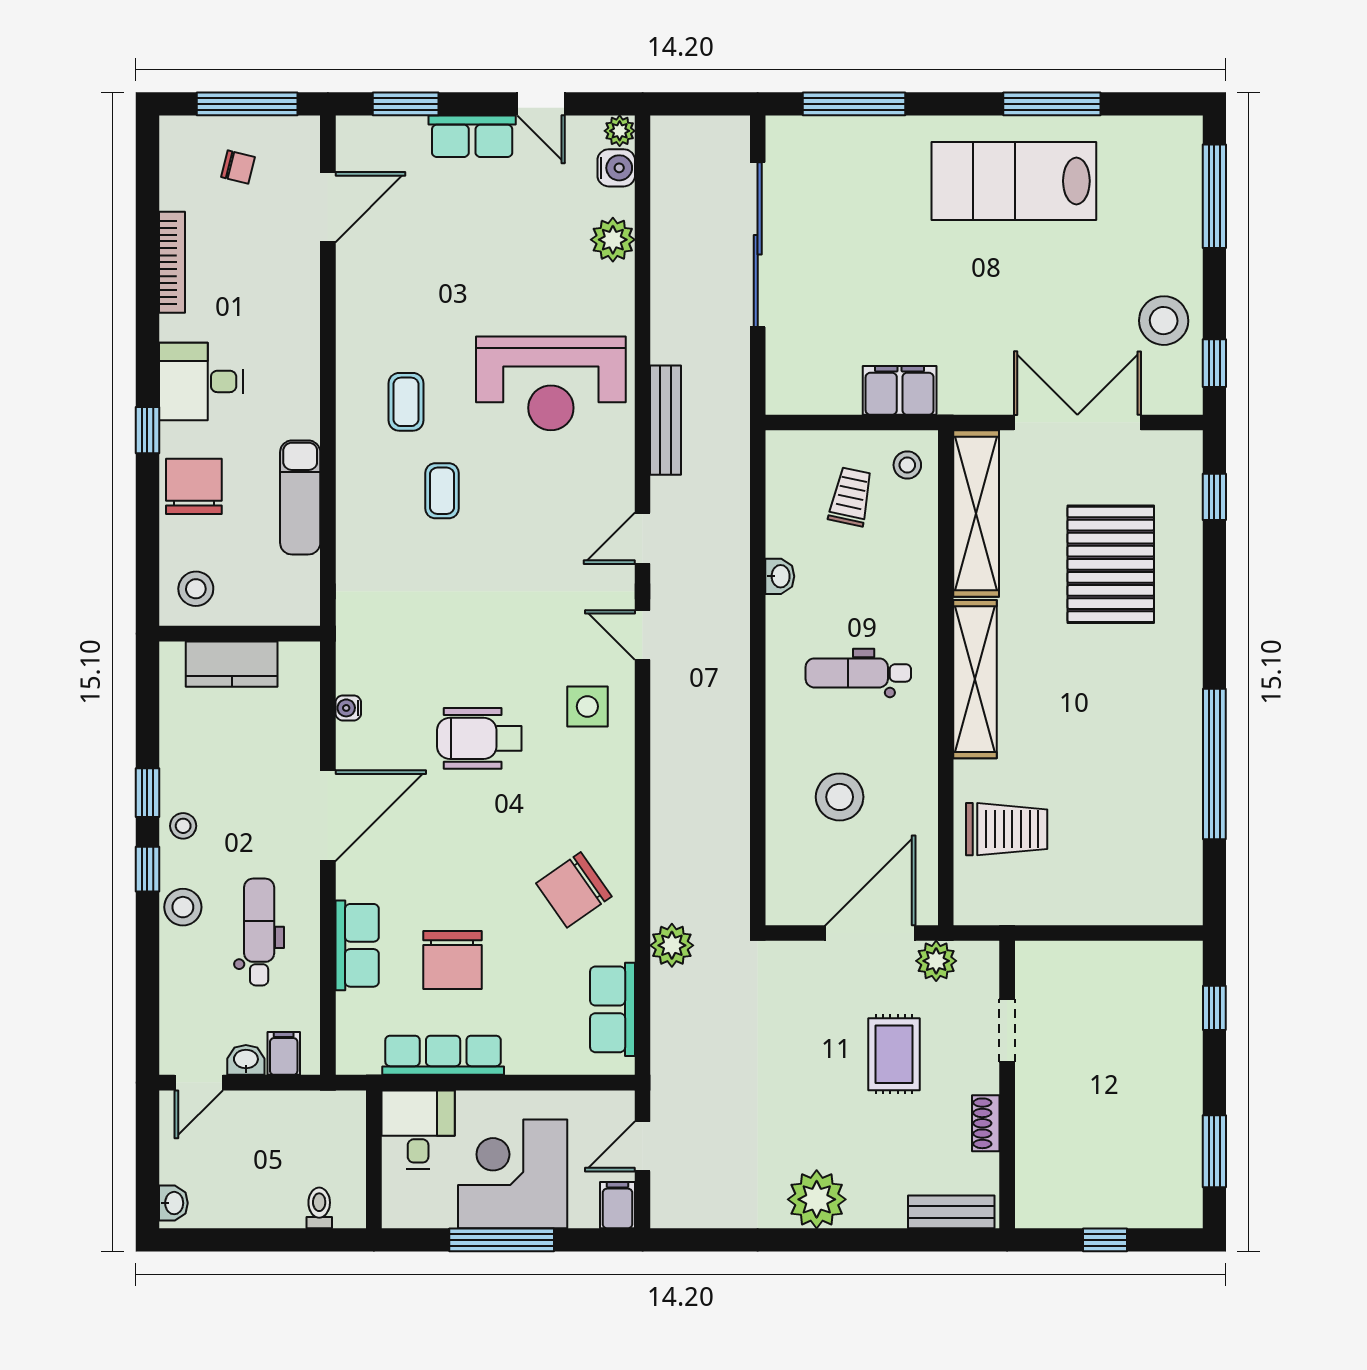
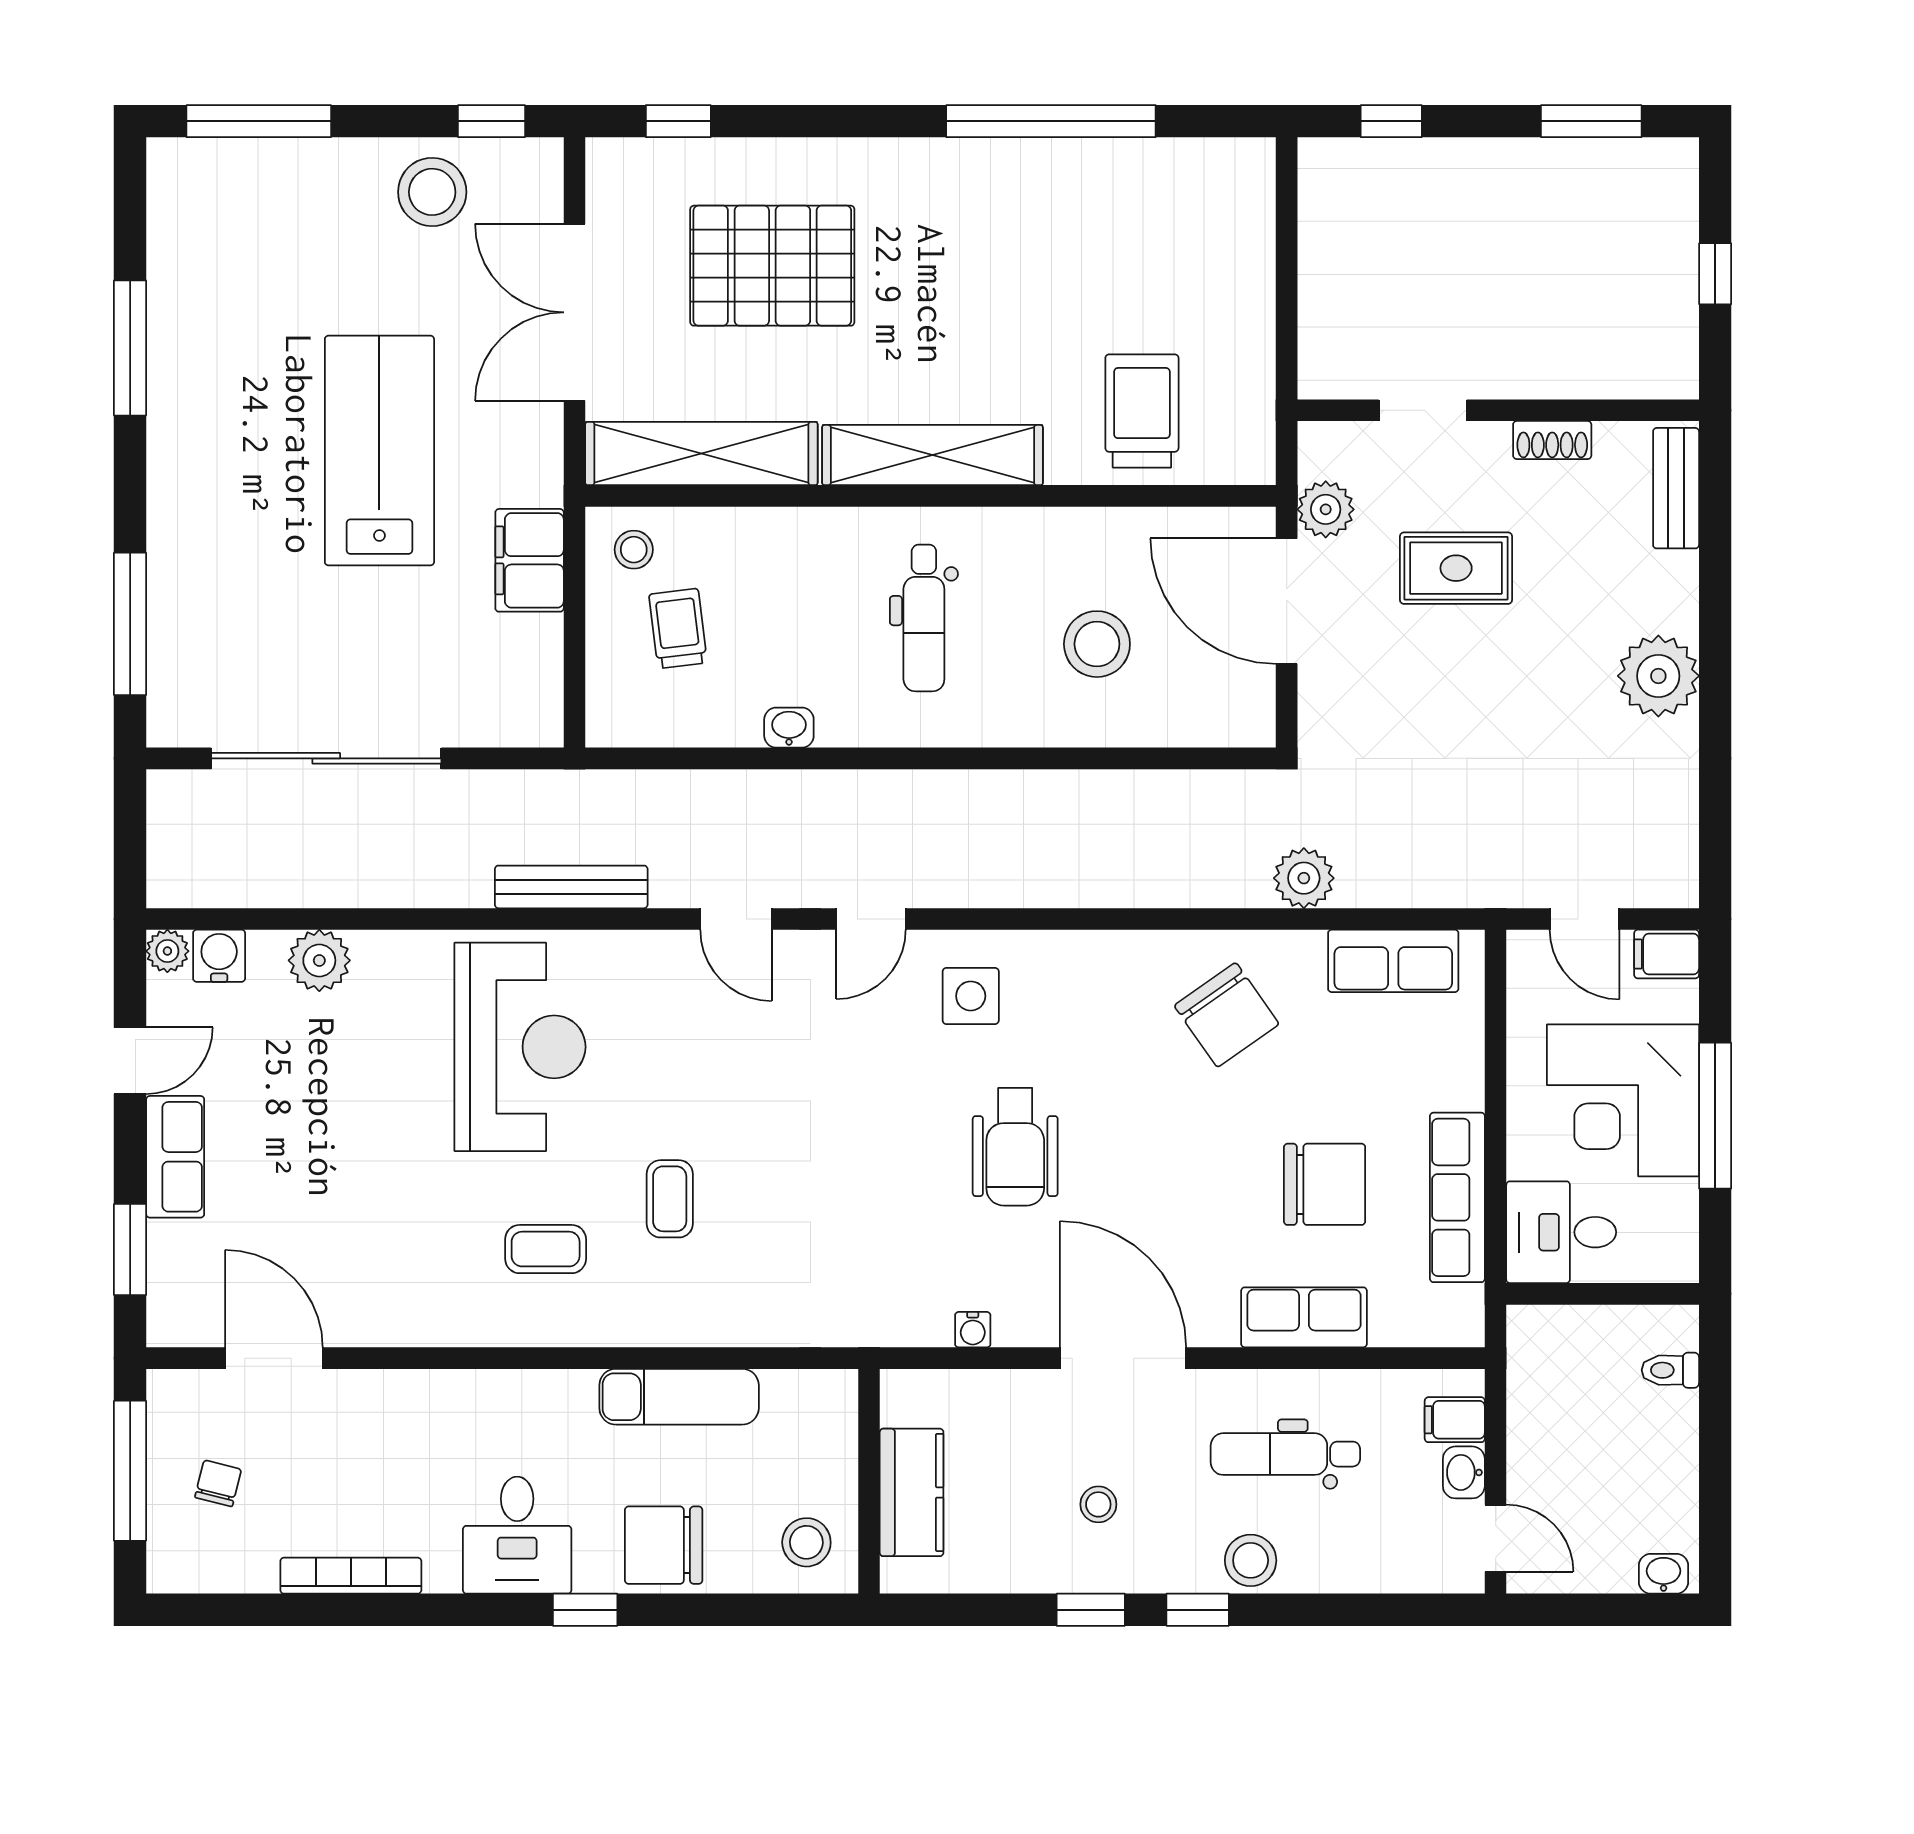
lab bench: (1014, 181) -> (379, 451), moved, turned 180
coffee table: (442, 491) -> (670, 1199), turned 90
trolley: (851, 497) -> (678, 629), turned 71
stool: (183, 826) -> (1098, 1504), moved

